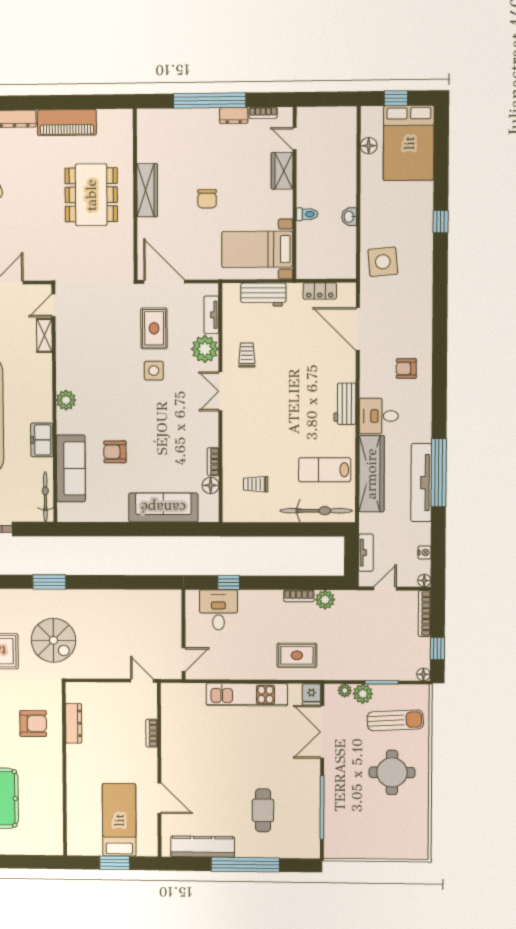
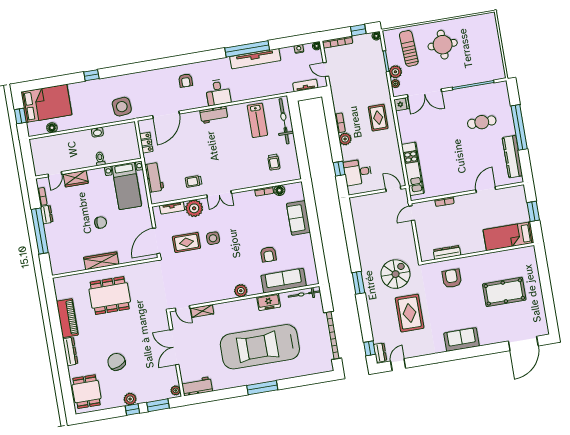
wardrobe: (371, 474) -> (255, 91), removed
sofa: (163, 508) -> (298, 218), width x0.73
plant: (325, 600) -> (345, 139), moved
kitchen unit: (247, 695) -> (413, 169), moved
bed: (119, 820) -> (508, 236), moved

